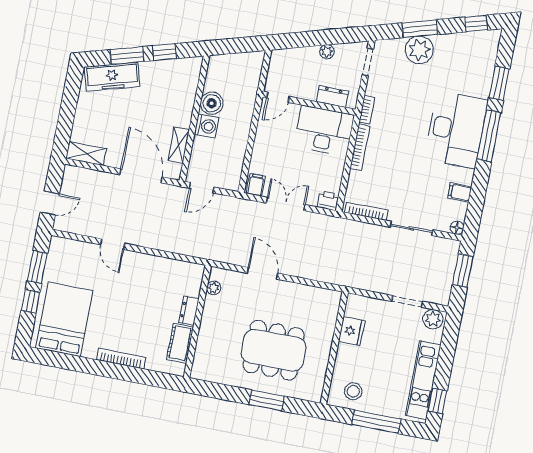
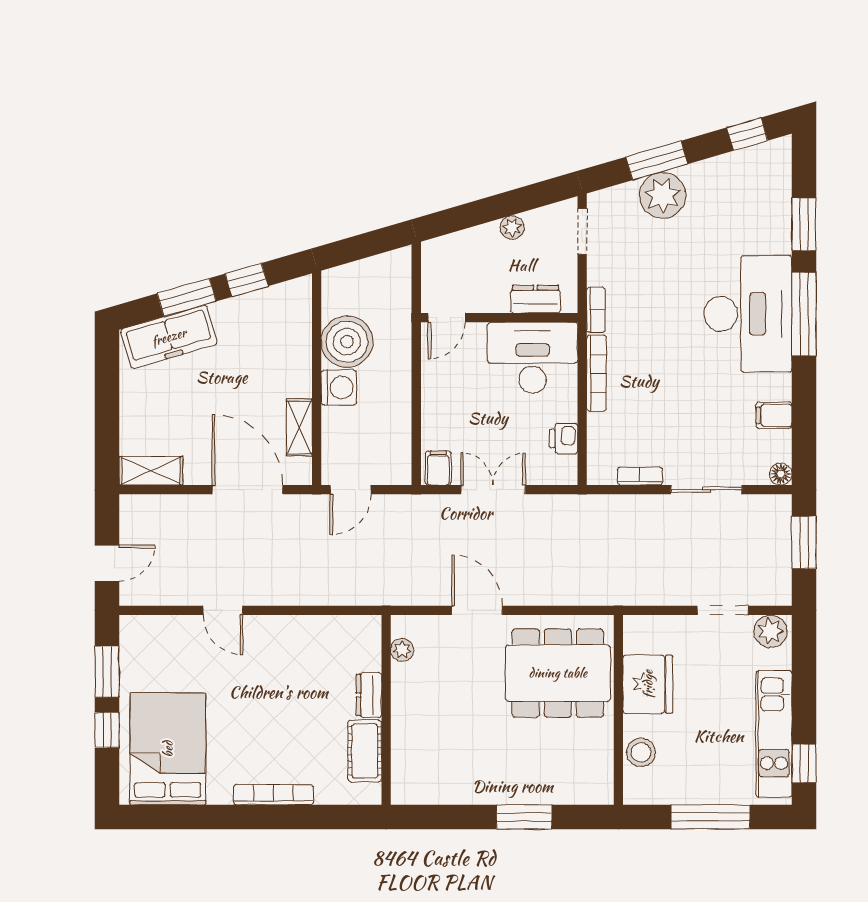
boiler: (212, 103) -> (347, 342), width x1.37, depth x1.37
printer: (328, 201) -> (564, 438), moved, turned -90
bookcase: (366, 211) -> (640, 476), width x0.64
fridge: (352, 331) -> (648, 684), width x1.36, depth x1.34
dining table: (274, 350) -> (558, 673), moved
stool: (353, 391) -> (641, 752), moved

